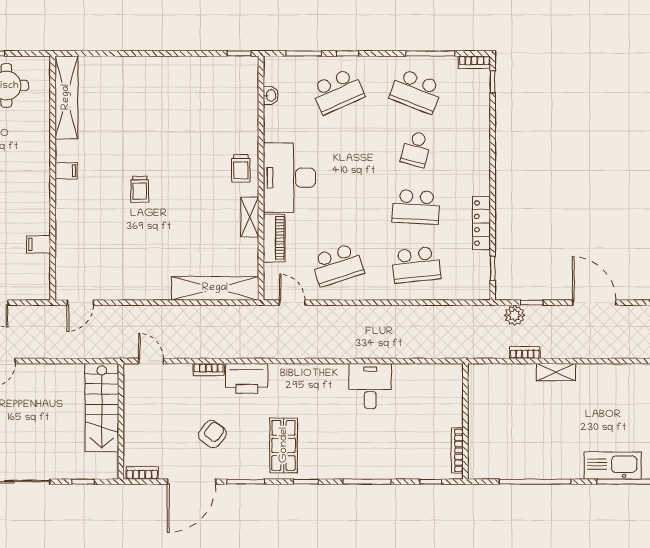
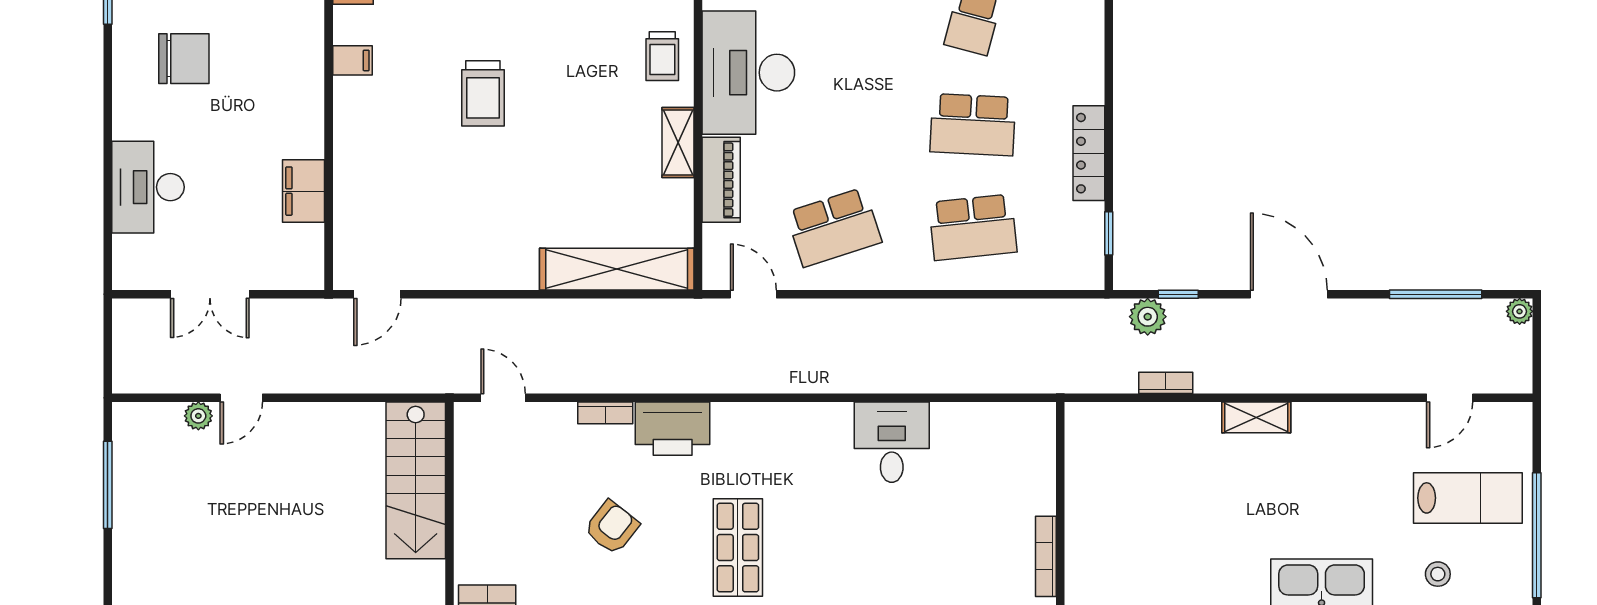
trolley: (140, 189) -> (483, 93), width x1.36, depth x1.39
filing cabinet: (39, 244) -> (304, 191), width x2.00
shelving: (556, 372) -> (1256, 417), moved

